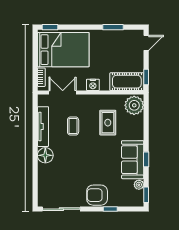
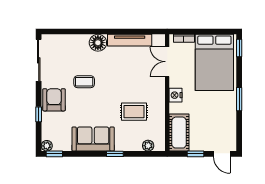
window: (113, 27) -> (239, 99), moved
window: (146, 77) -> (196, 154), moved
double door: (63, 92) -> (167, 62), swing flipped
plant: (134, 105) -> (148, 146), width x0.53, depth x0.53
coffee table: (73, 126) -> (84, 82), moved
window: (146, 159) -> (115, 154), moved
plant: (139, 185) -> (47, 146), moved

